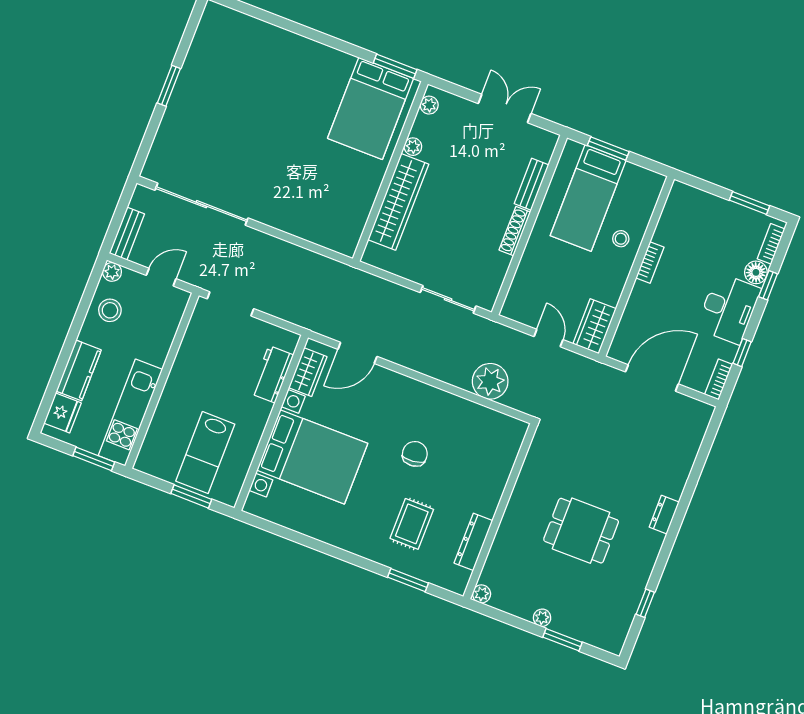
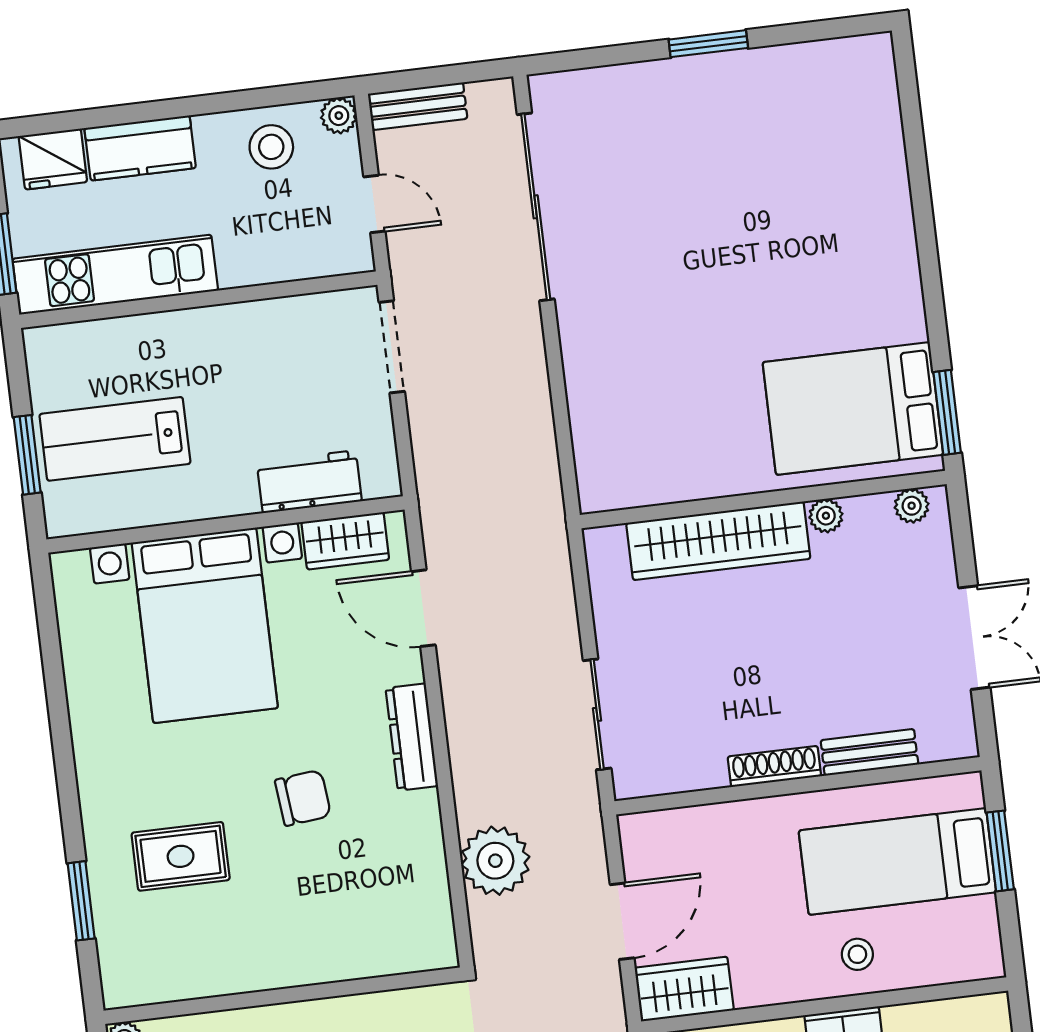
door: (549, 338) -> (622, 921), width x1.38
dresser: (473, 542) -> (412, 737), moved, turned -90

